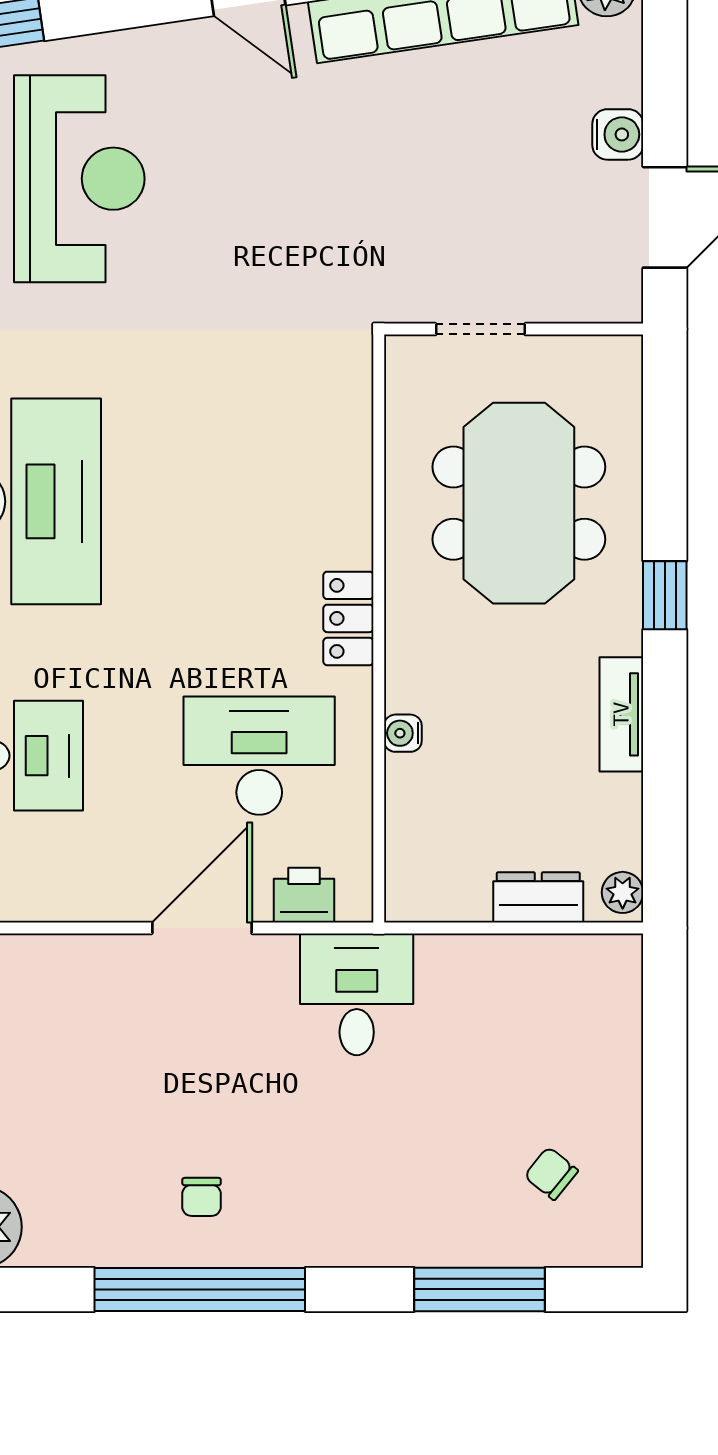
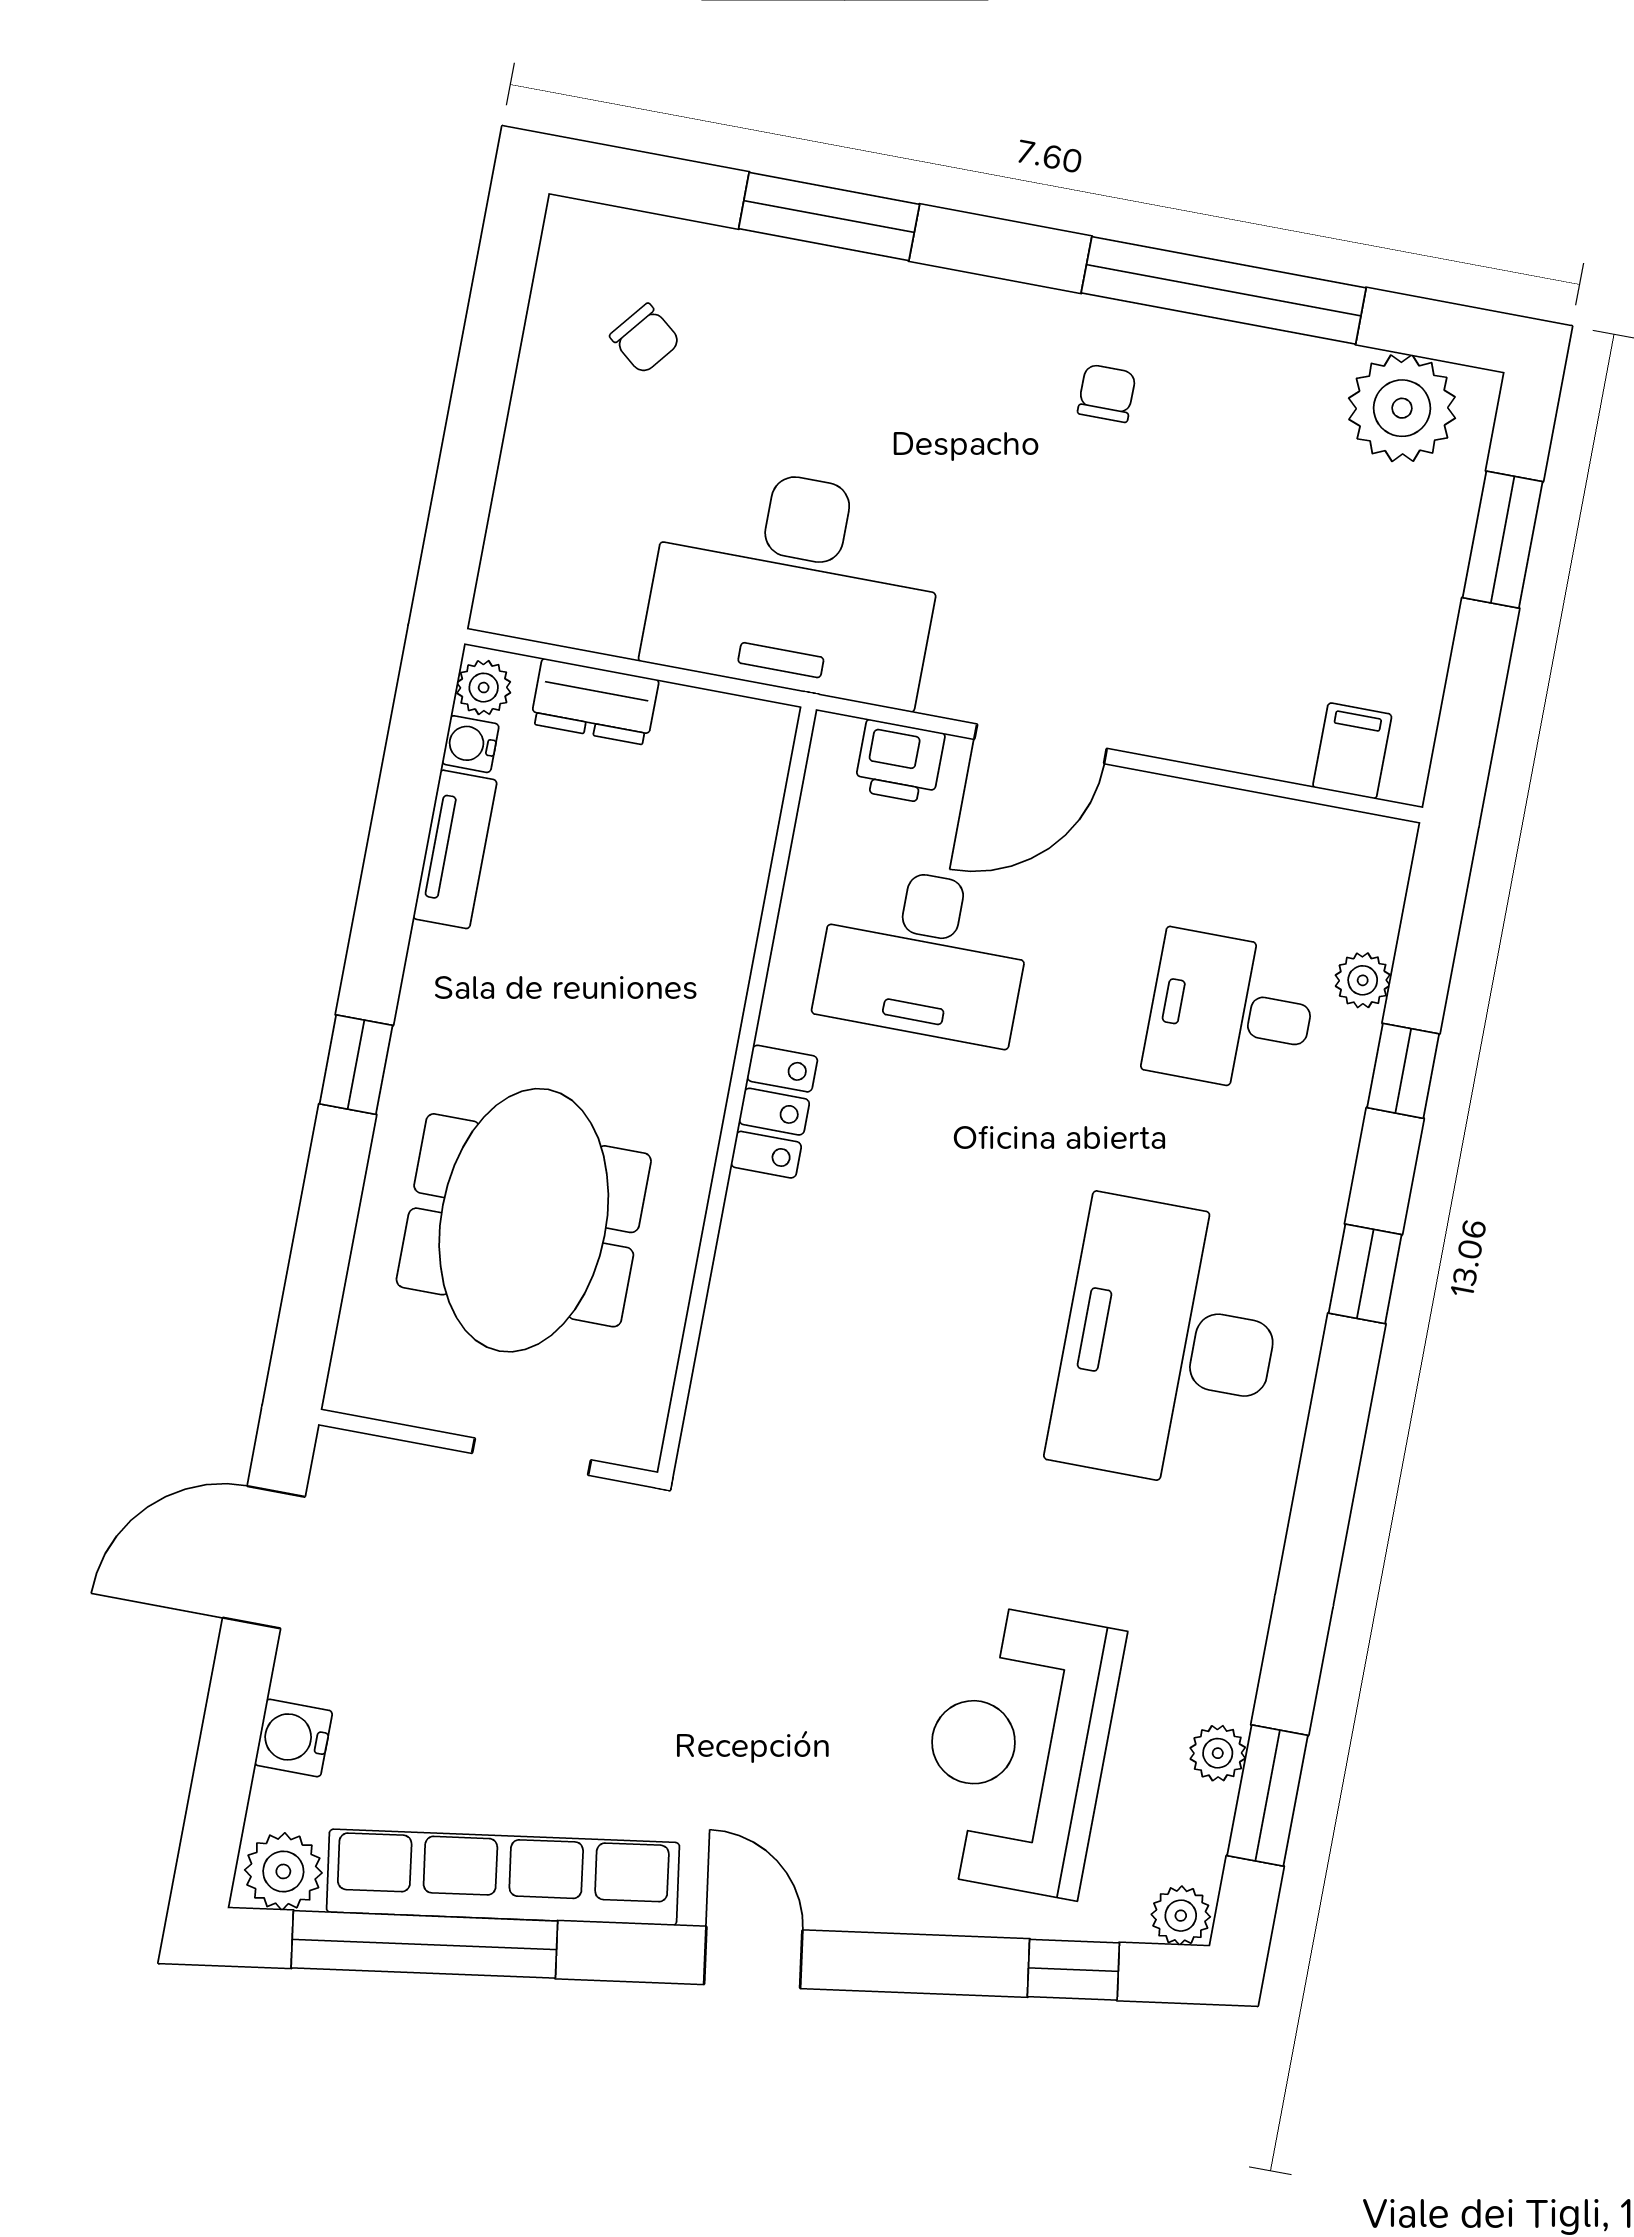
water cooler: (618, 134) -> (293, 1738), moved
tv unit: (621, 714) -> (455, 849), moved
water cooler: (403, 733) -> (470, 744), moved, turned 180
desk: (357, 994) -> (795, 584), width x1.87, depth x1.30
window: (200, 1289) -> (1224, 290), moved
window: (480, 1289) -> (829, 216), moved

